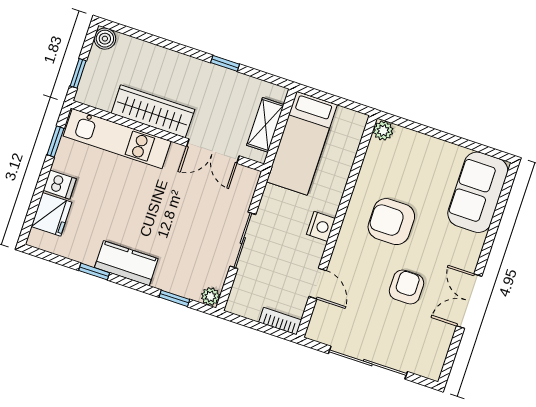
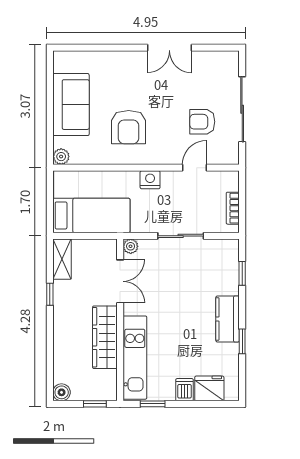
shelving: (265, 125) -> (62, 259), moved, turned 90
sofa: (478, 192) -> (71, 105), moved, turned -90
armchair: (407, 287) -> (202, 122), moved
plant: (210, 296) -> (131, 246), moved
bookcase: (280, 321) -> (233, 208), moved

